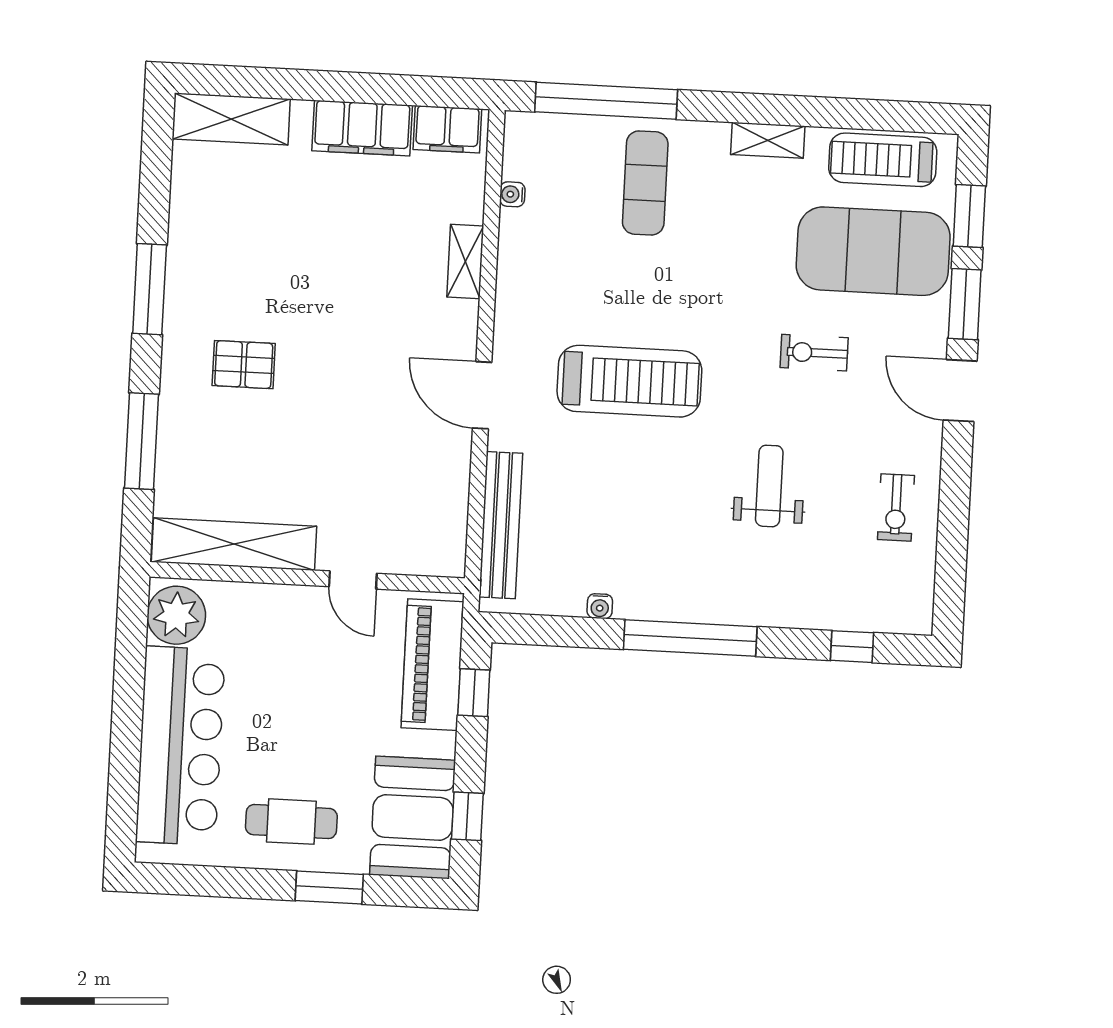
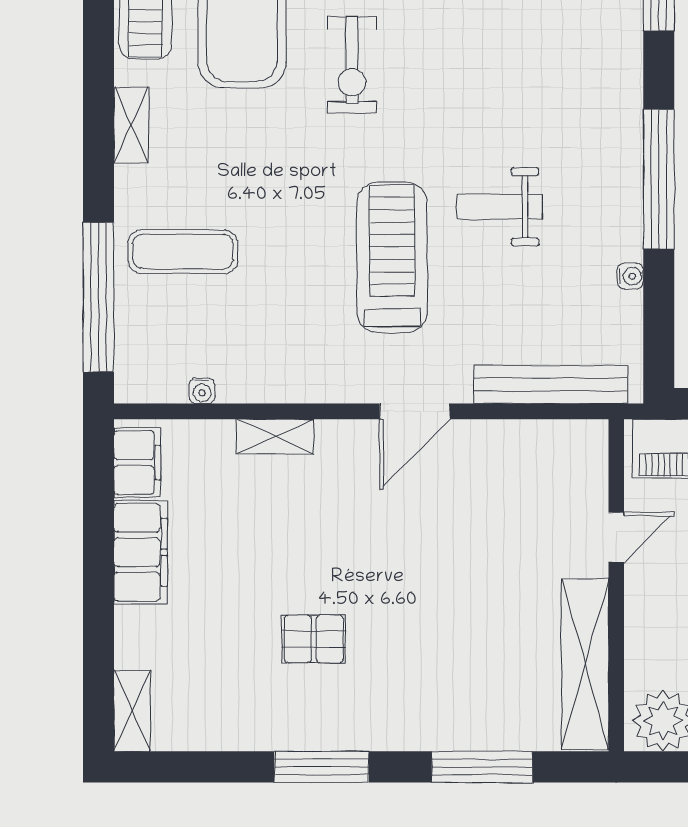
shelving: (231, 119) -> (132, 711), width x0.67, depth x0.75
exercise bike: (814, 353) -> (352, 65), width x1.38, depth x1.39
pallet: (244, 365) -> (314, 639), moved, turned 90
weight bench: (769, 486) -> (499, 207), moved

